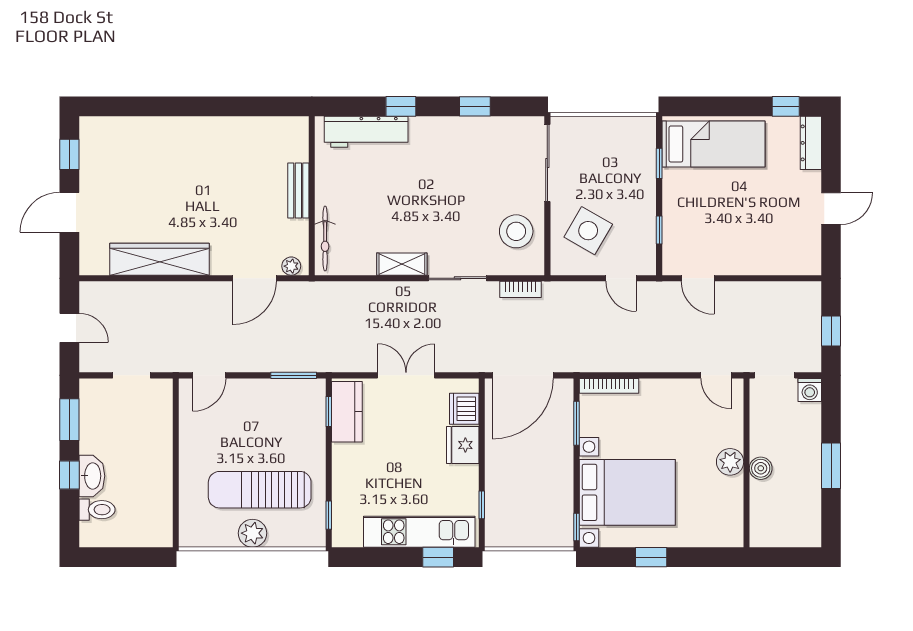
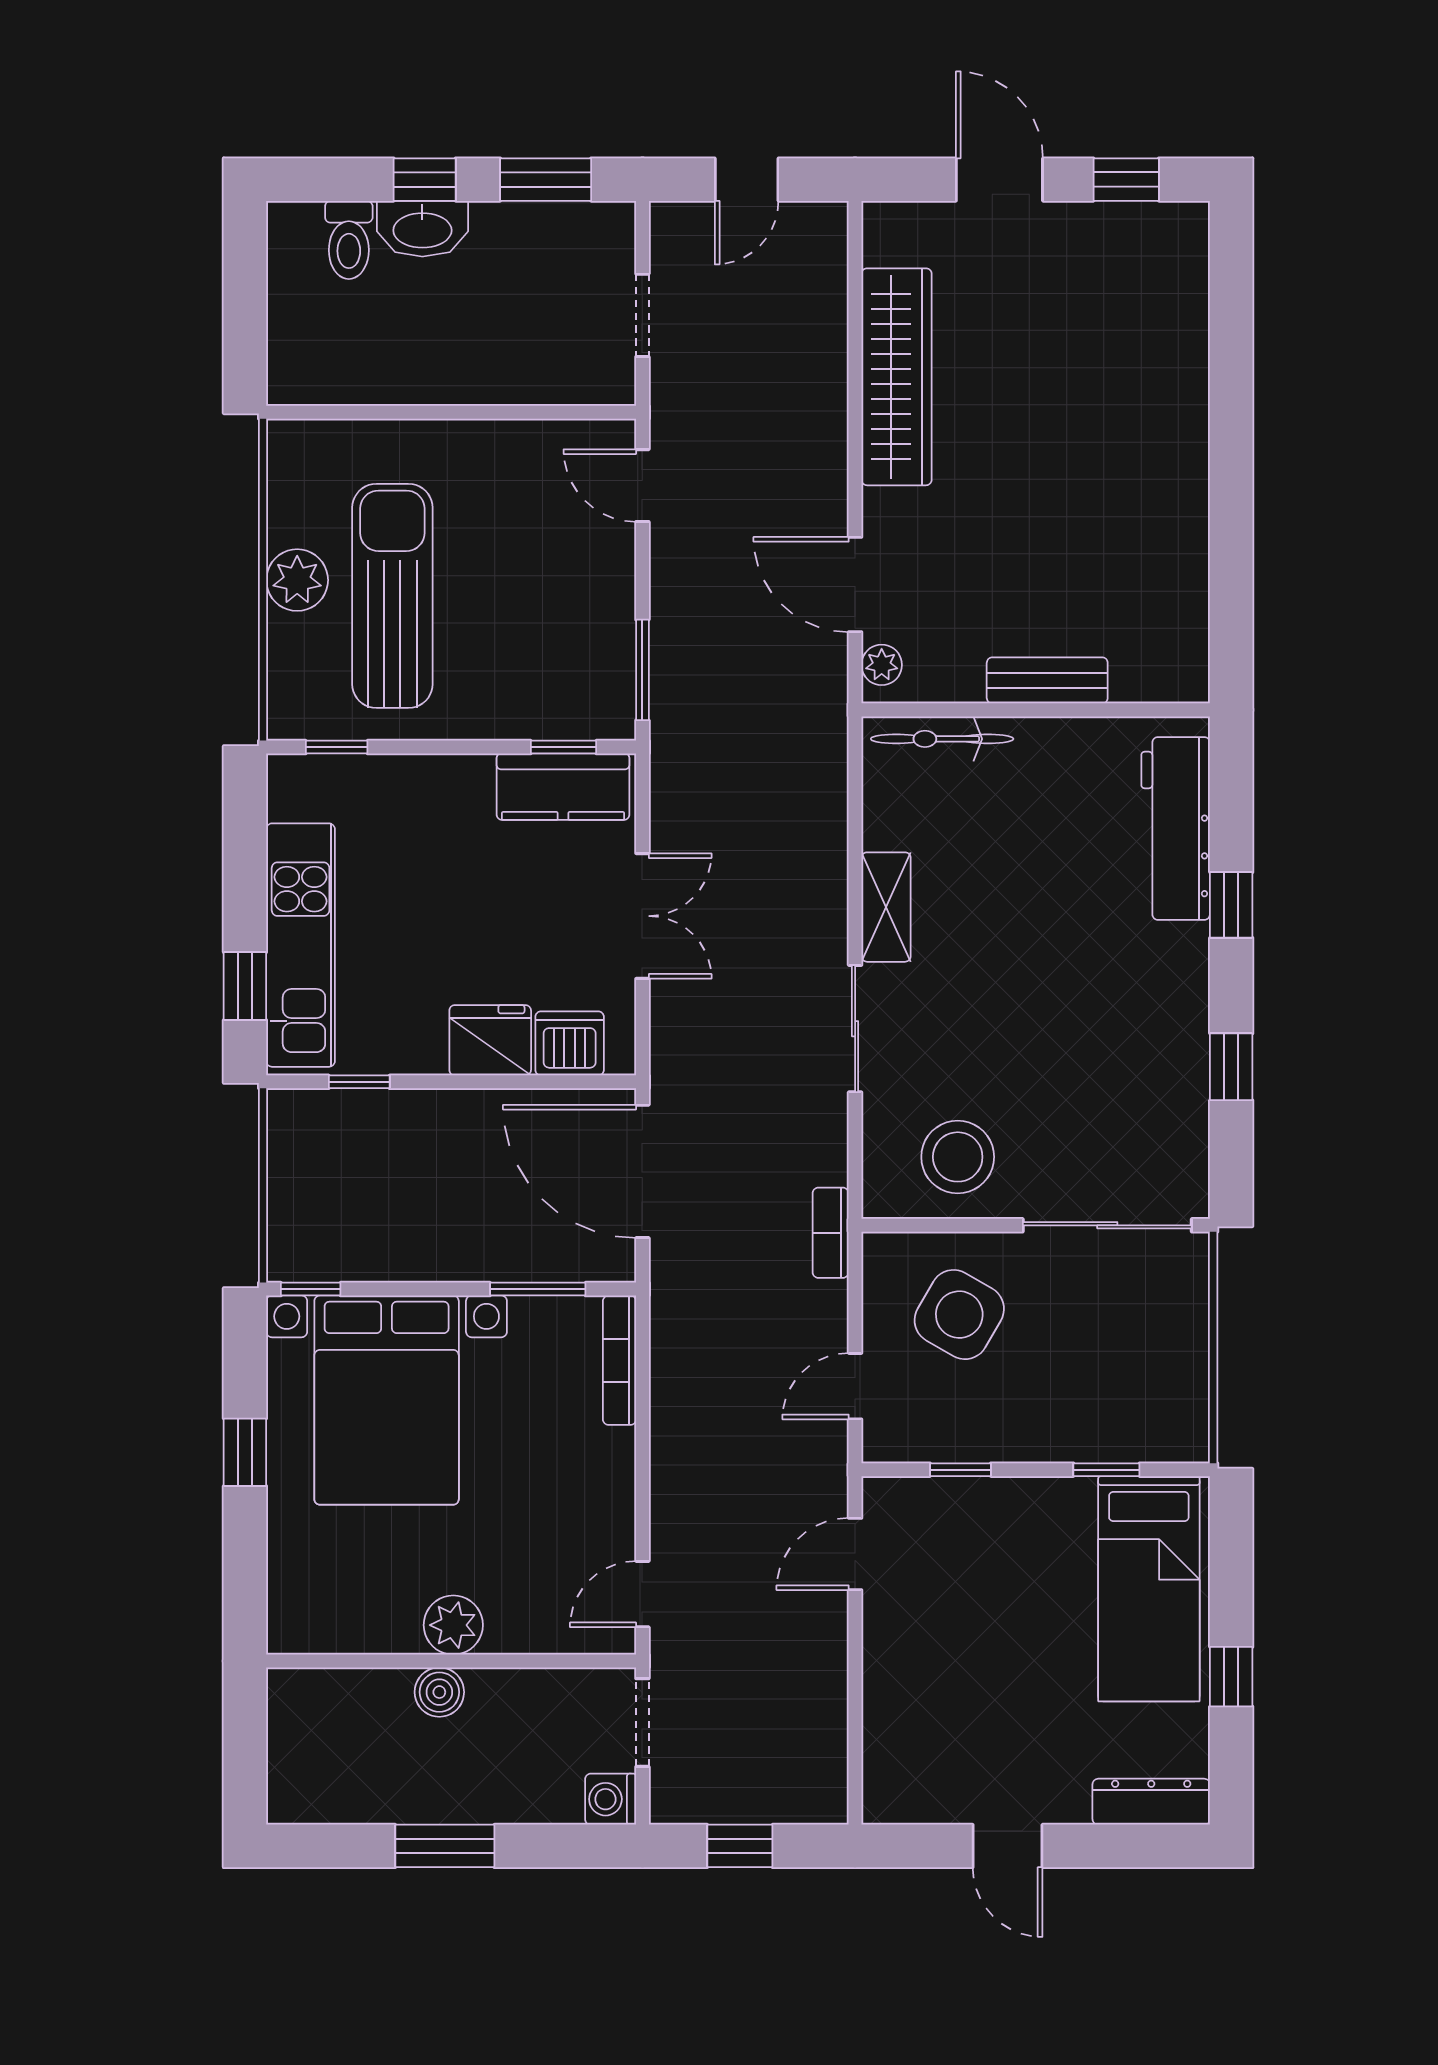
window: (786, 106) -> (1231, 1677), moved
bookcase: (521, 289) -> (831, 1233), moved

